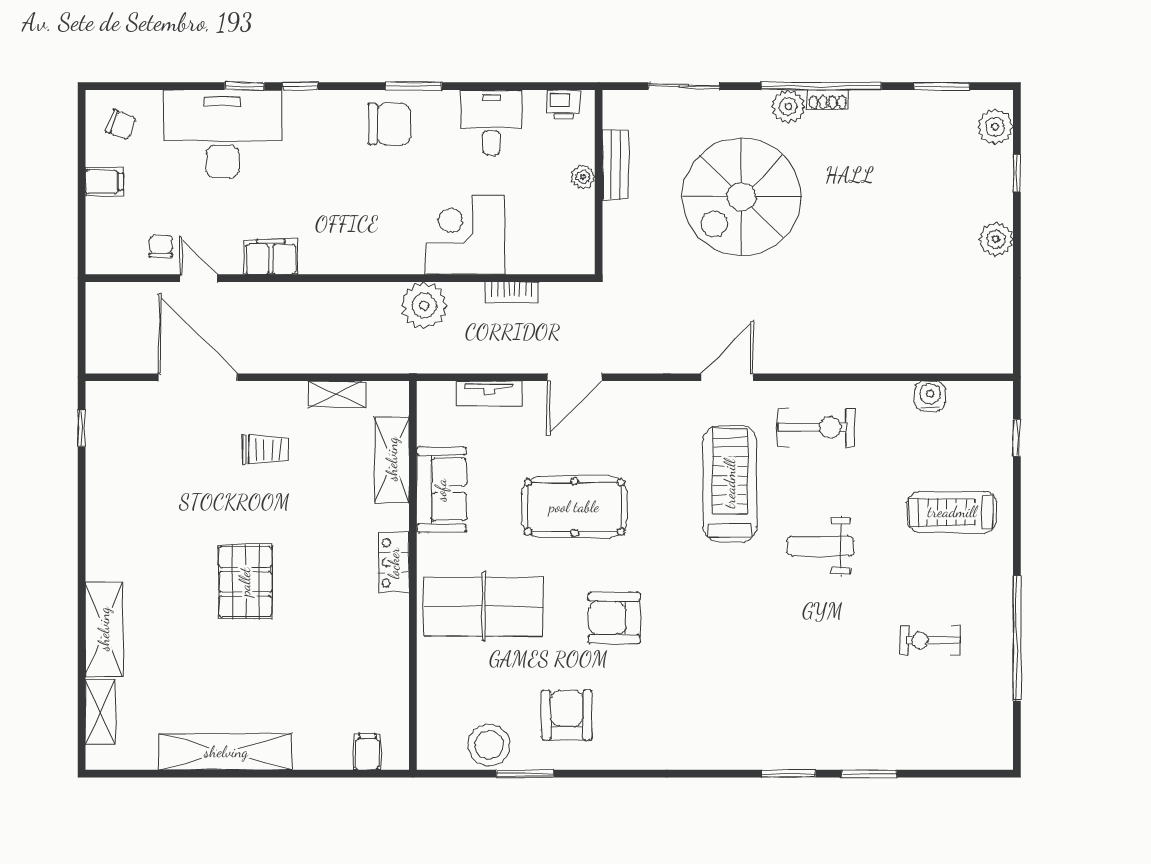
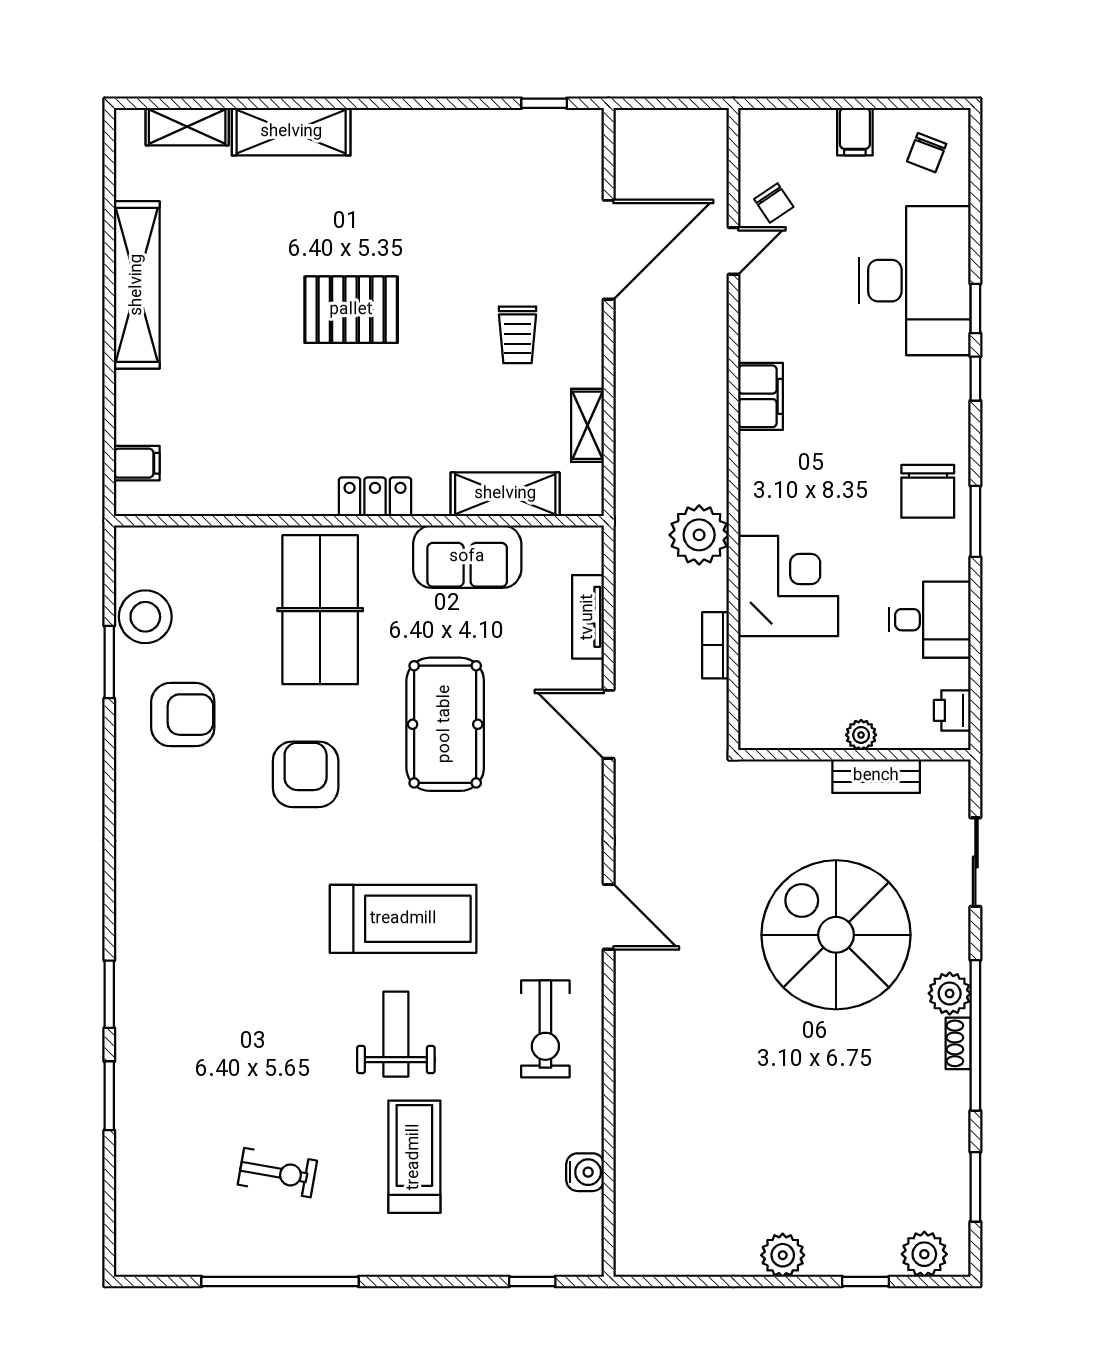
chair: (161, 246) -> (774, 203), turned 56
filing cabinet: (271, 257) -> (761, 396), moved
treadmill: (730, 484) -> (403, 919), moved
treadmill: (952, 512) -> (414, 1157), moved
exercise bike: (930, 640) -> (277, 1173), turned 100

